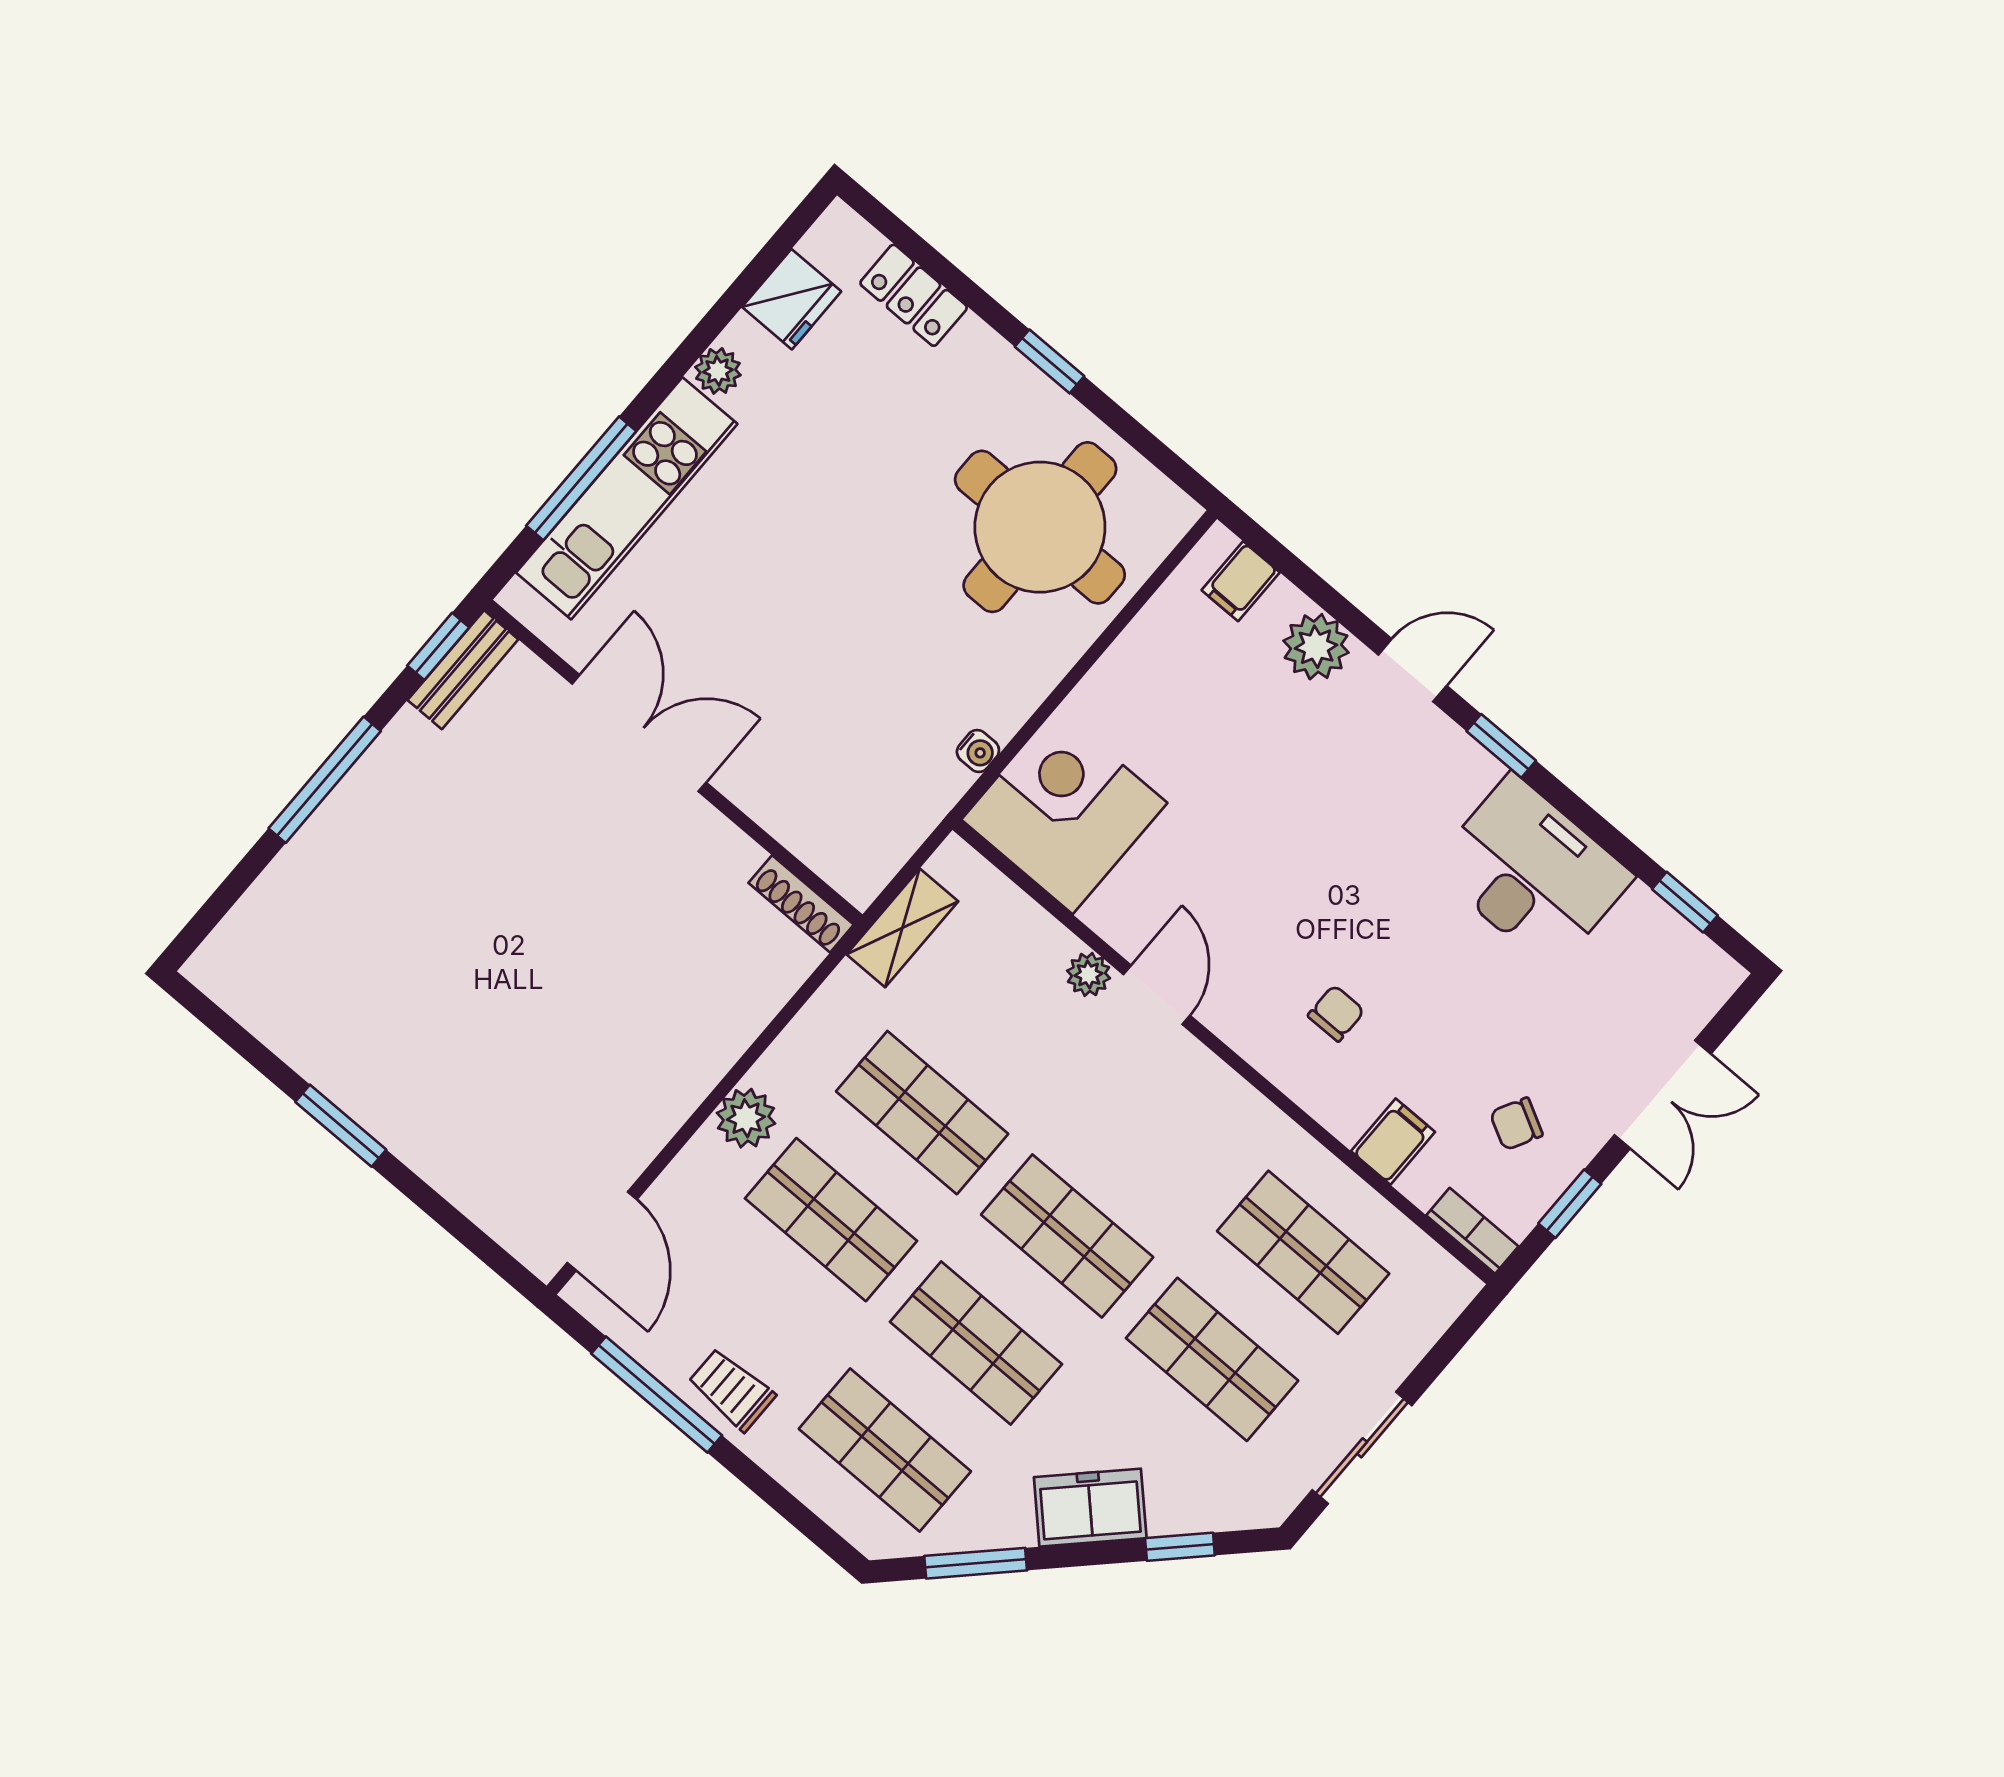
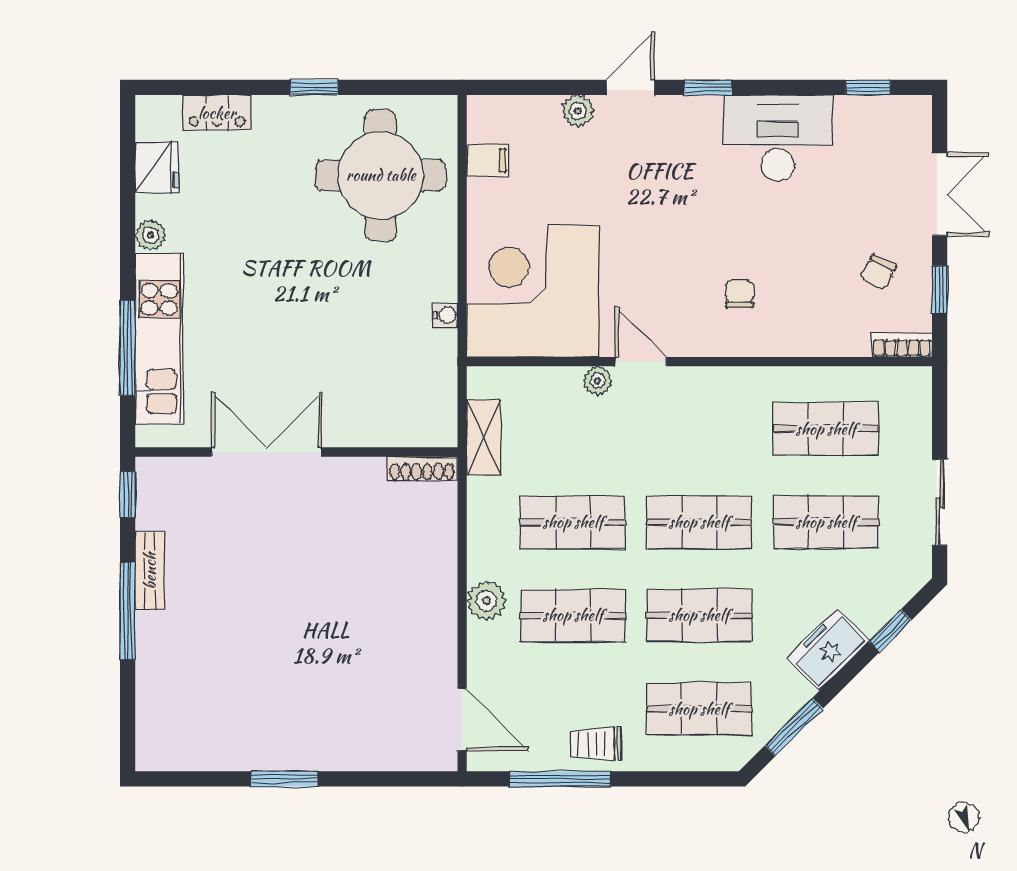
filing cabinet: (1241, 581) -> (488, 160), moved, turned -90
plant: (1316, 647) -> (578, 111), width x0.73, depth x0.73
bench: (463, 670) -> (150, 571), moved
corner desk: (1064, 811) -> (533, 291), width x1.36, depth x1.36
filing cabinet: (1393, 1142) -> (824, 334), removed

